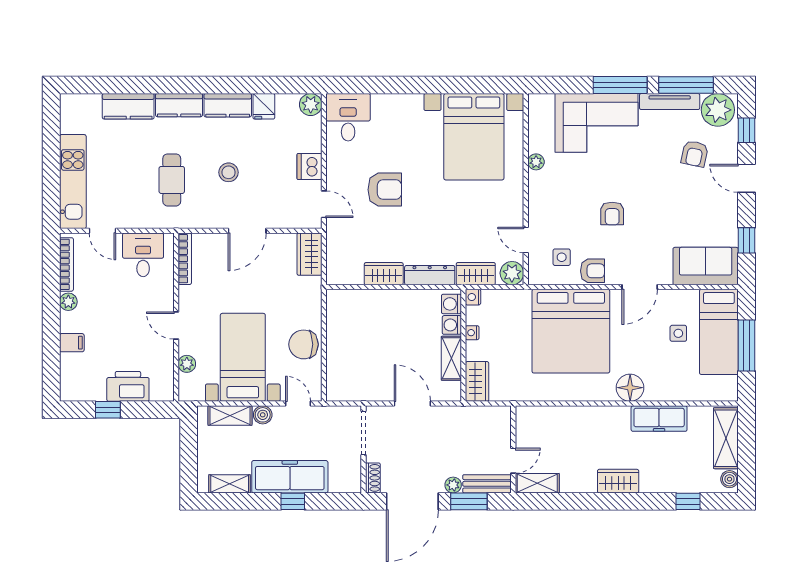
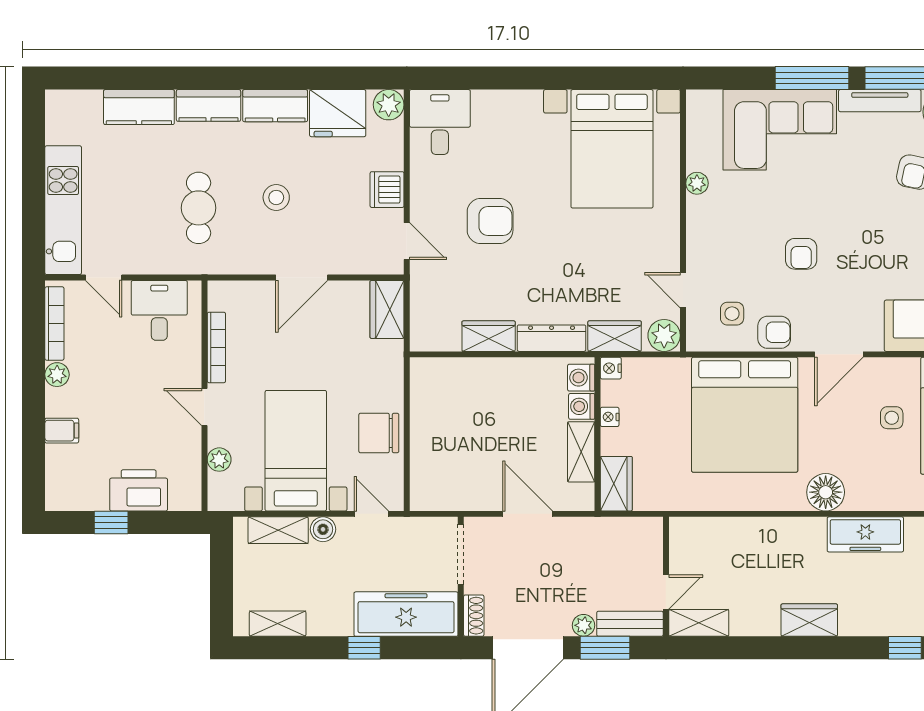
fridge: (264, 106) -> (338, 113), width x1.88, depth x1.34
bookcase: (185, 259) -> (216, 347), moved
freezer: (290, 477) -> (406, 614), moved

